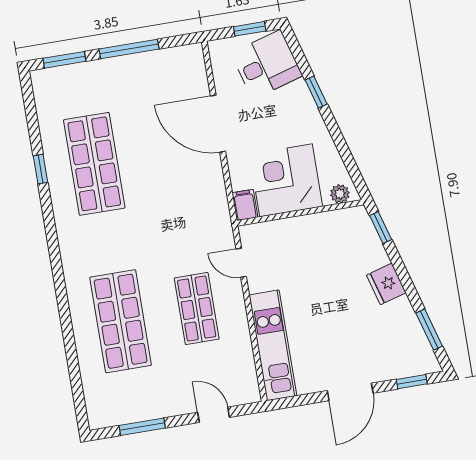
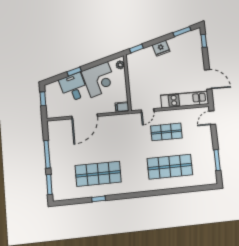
desk: (267, 64) -> (74, 87), moved
corner desk: (286, 180) -> (99, 80), moved, turned -106
door: (350, 392) -> (208, 79), moved
door: (214, 415) -> (212, 118), moved

